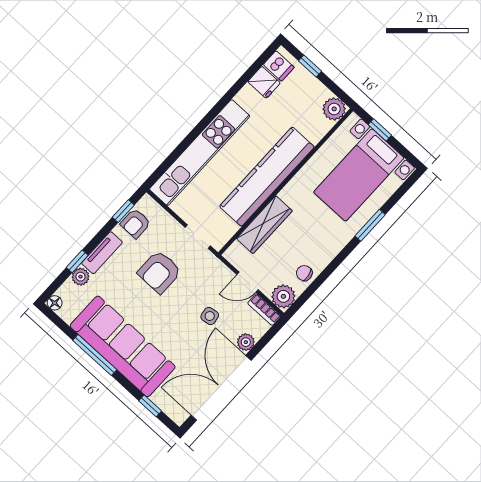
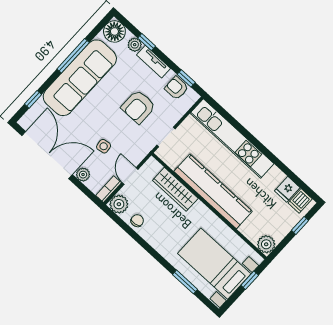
window: (370, 225) -> (185, 282), moved
armchair: (159, 272) -> (138, 107), turned -90
floor lamp: (55, 303) -> (114, 31), width x1.89, depth x1.89

